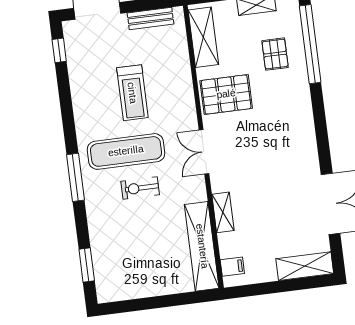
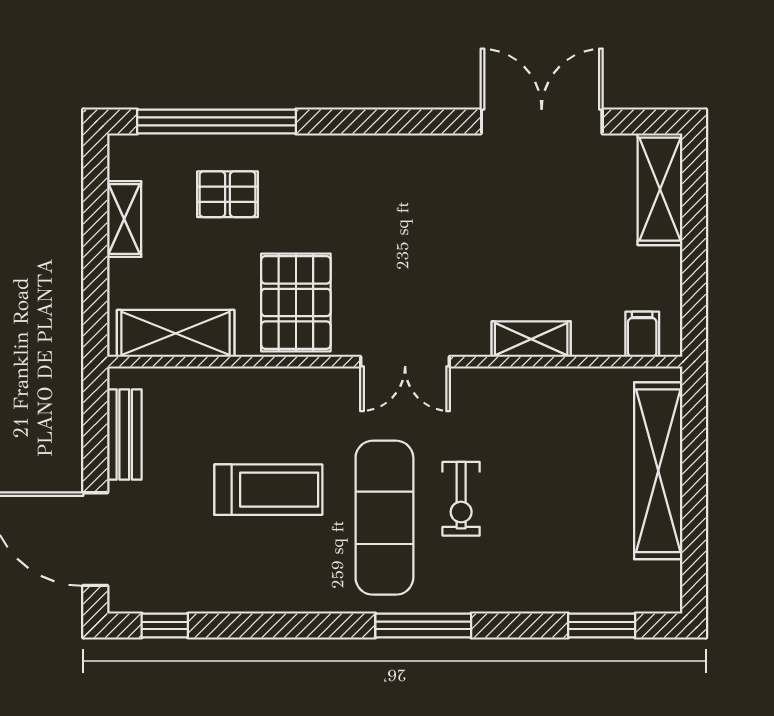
shelving: (202, 246) -> (658, 471), moved, turned 90

